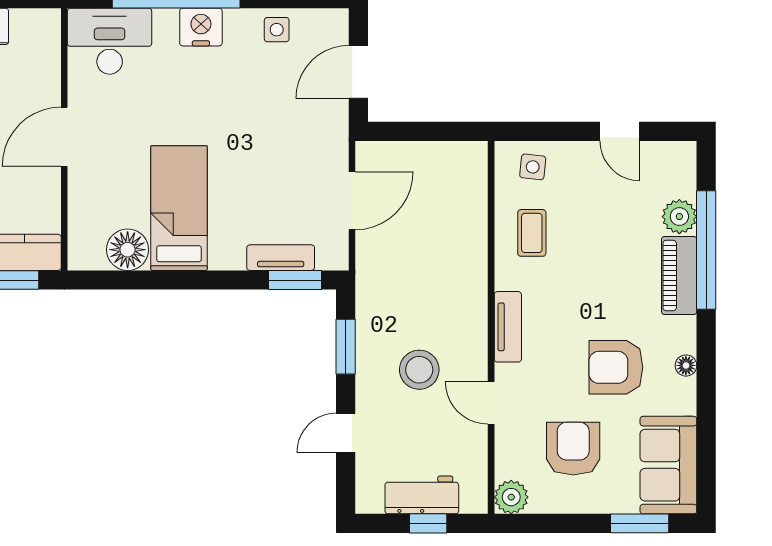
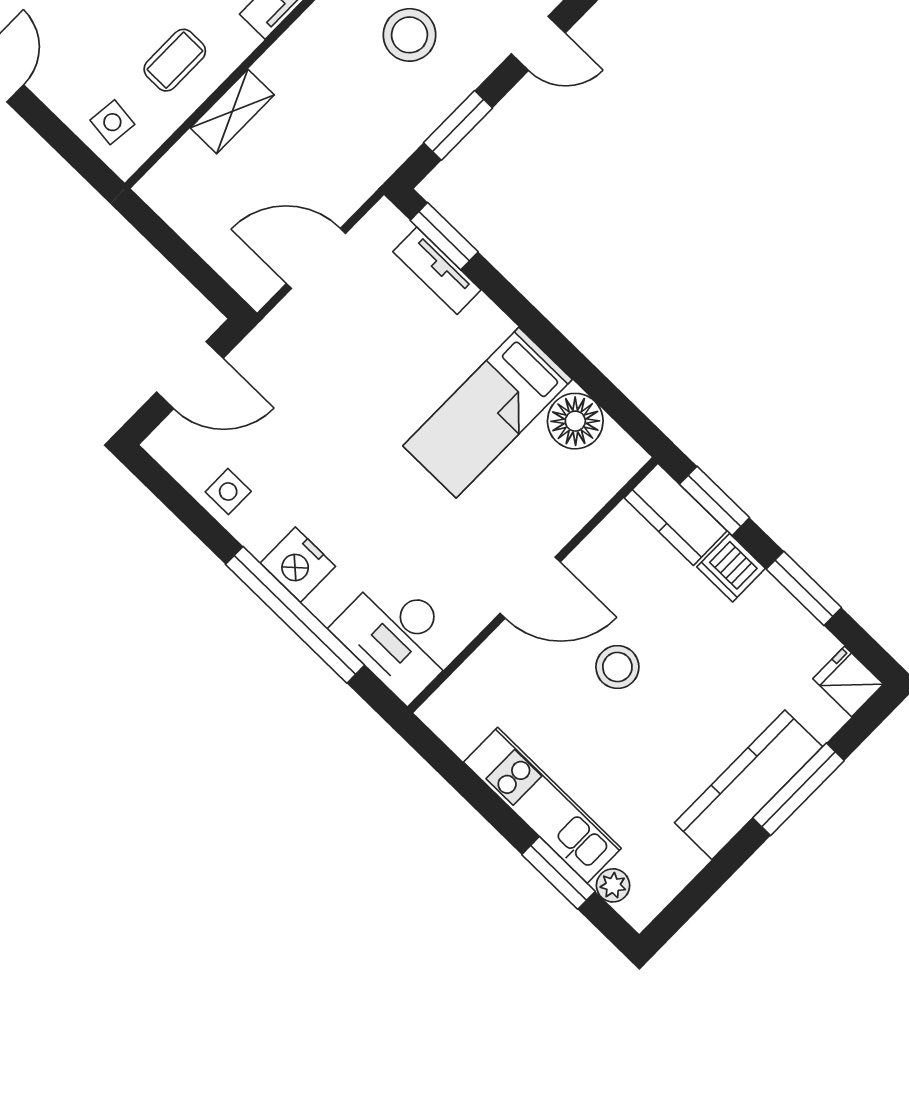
shelving: (474, 236) -> (232, 111), added

